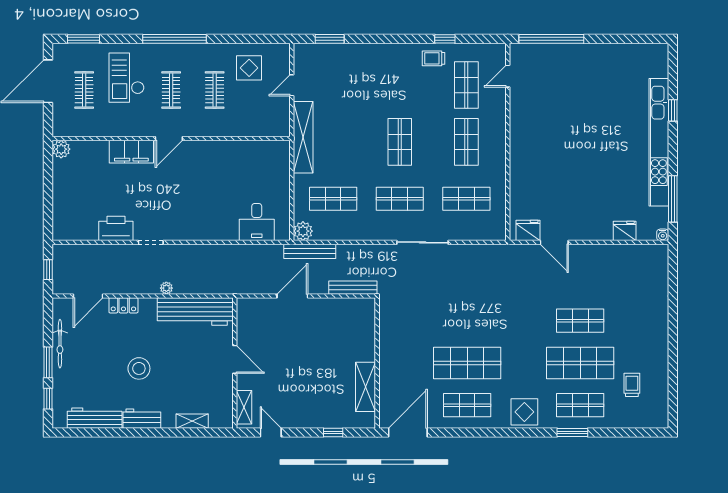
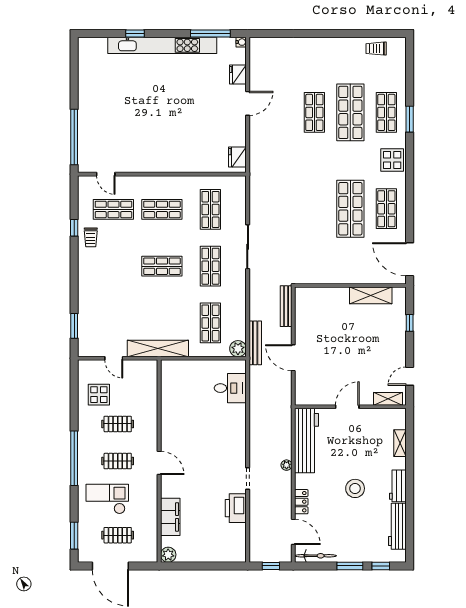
checkout: (127, 78) -> (107, 499), turned 180
filing cabinet: (131, 152) -> (170, 517), moved
door: (554, 242) -> (248, 103), moved
bicycle: (60, 344) -> (316, 556), moved
trolley: (632, 385) -> (376, 49), moved

